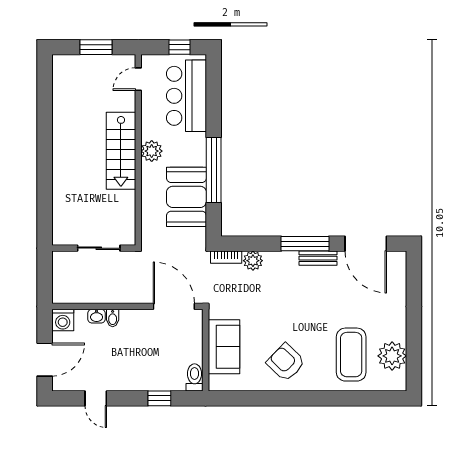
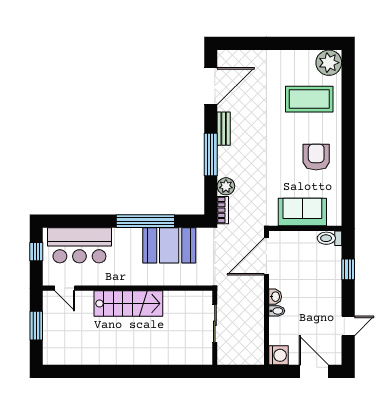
plant: (152, 151) -> (129, 276), removed
window: (305, 244) -> (211, 154), moved
washbasin: (97, 316) -> (275, 297), moved
plant: (392, 356) -> (329, 63), moved
armchair: (286, 362) -> (316, 157), turned 136

